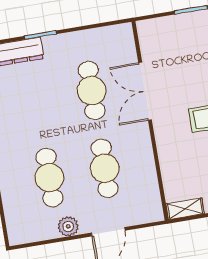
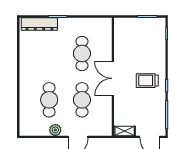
double door: (145, 91) -> (113, 78), moved

